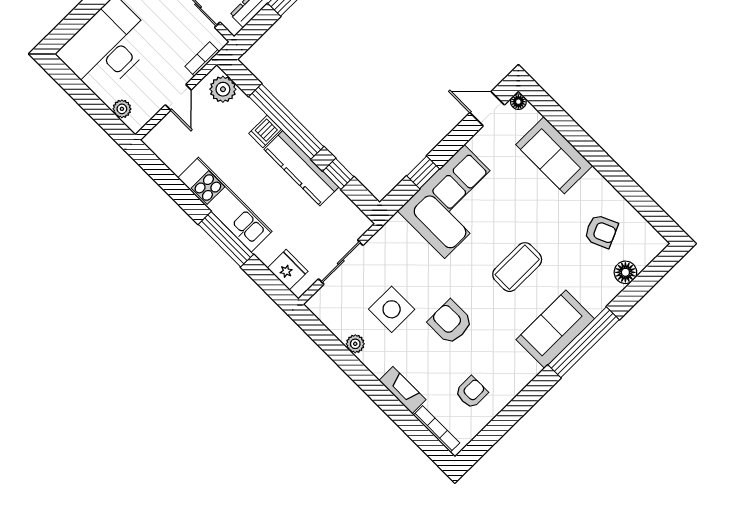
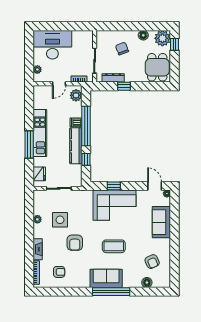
armchair: (450, 322) -> (75, 243), turned 180

